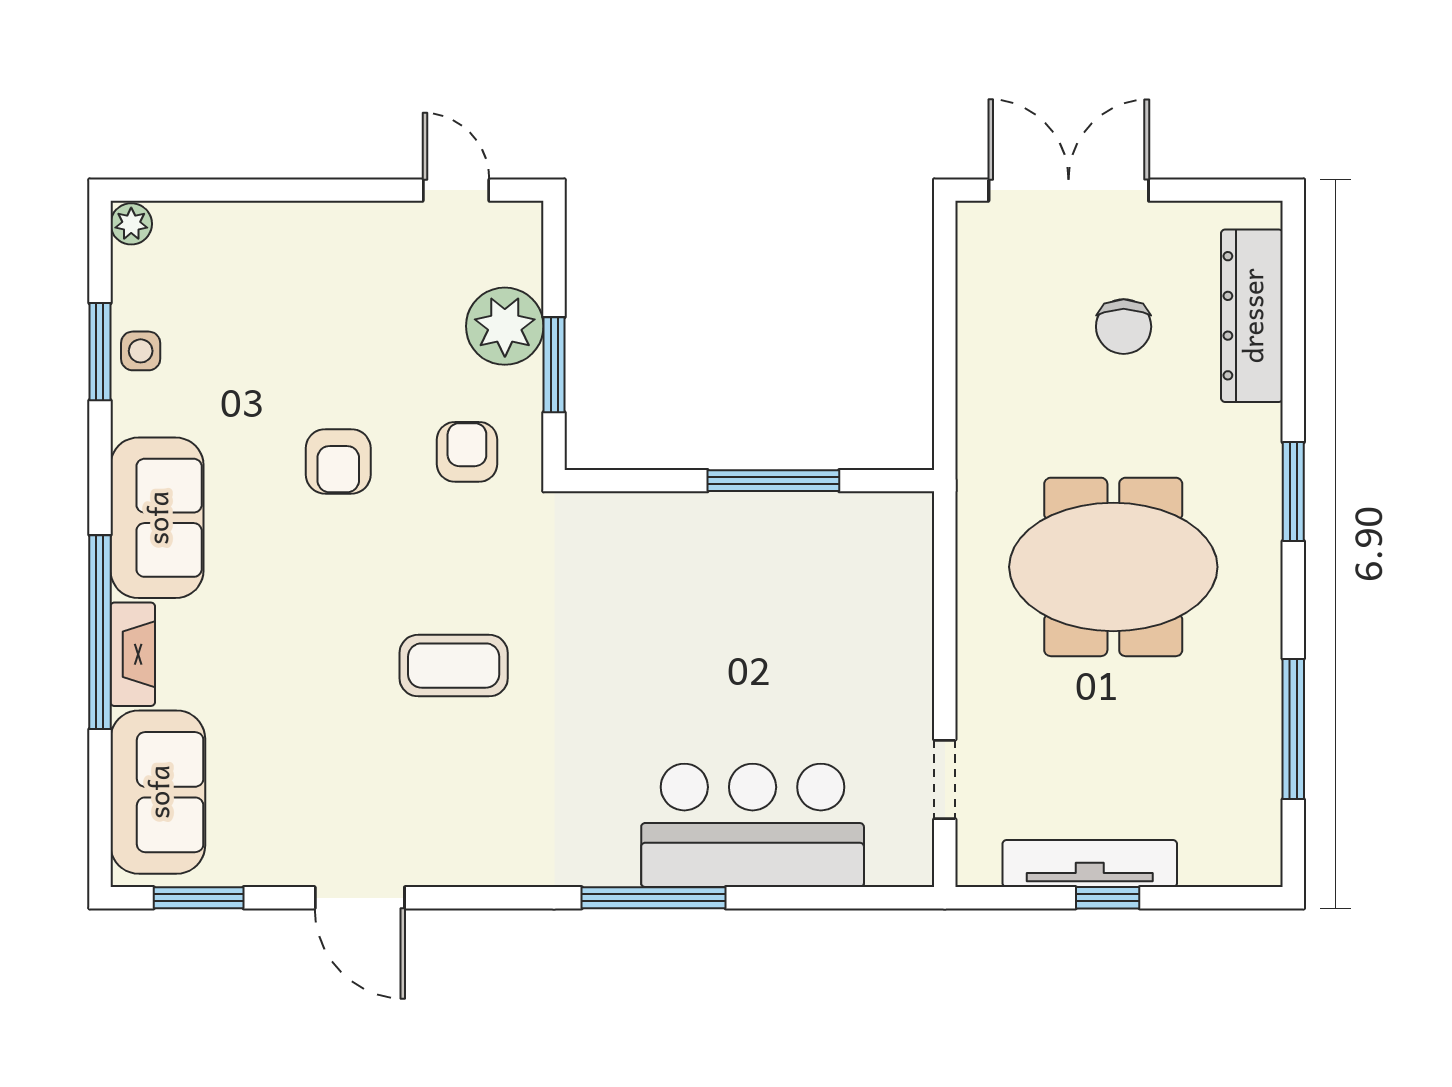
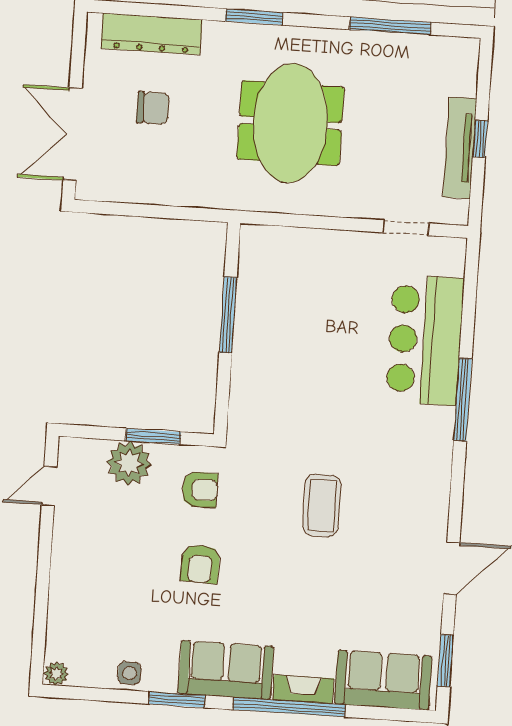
window: (100, 352) -> (177, 700), moved
armchair: (467, 452) -> (200, 490), turned 180
armchair: (338, 461) -> (200, 564), turned 92

